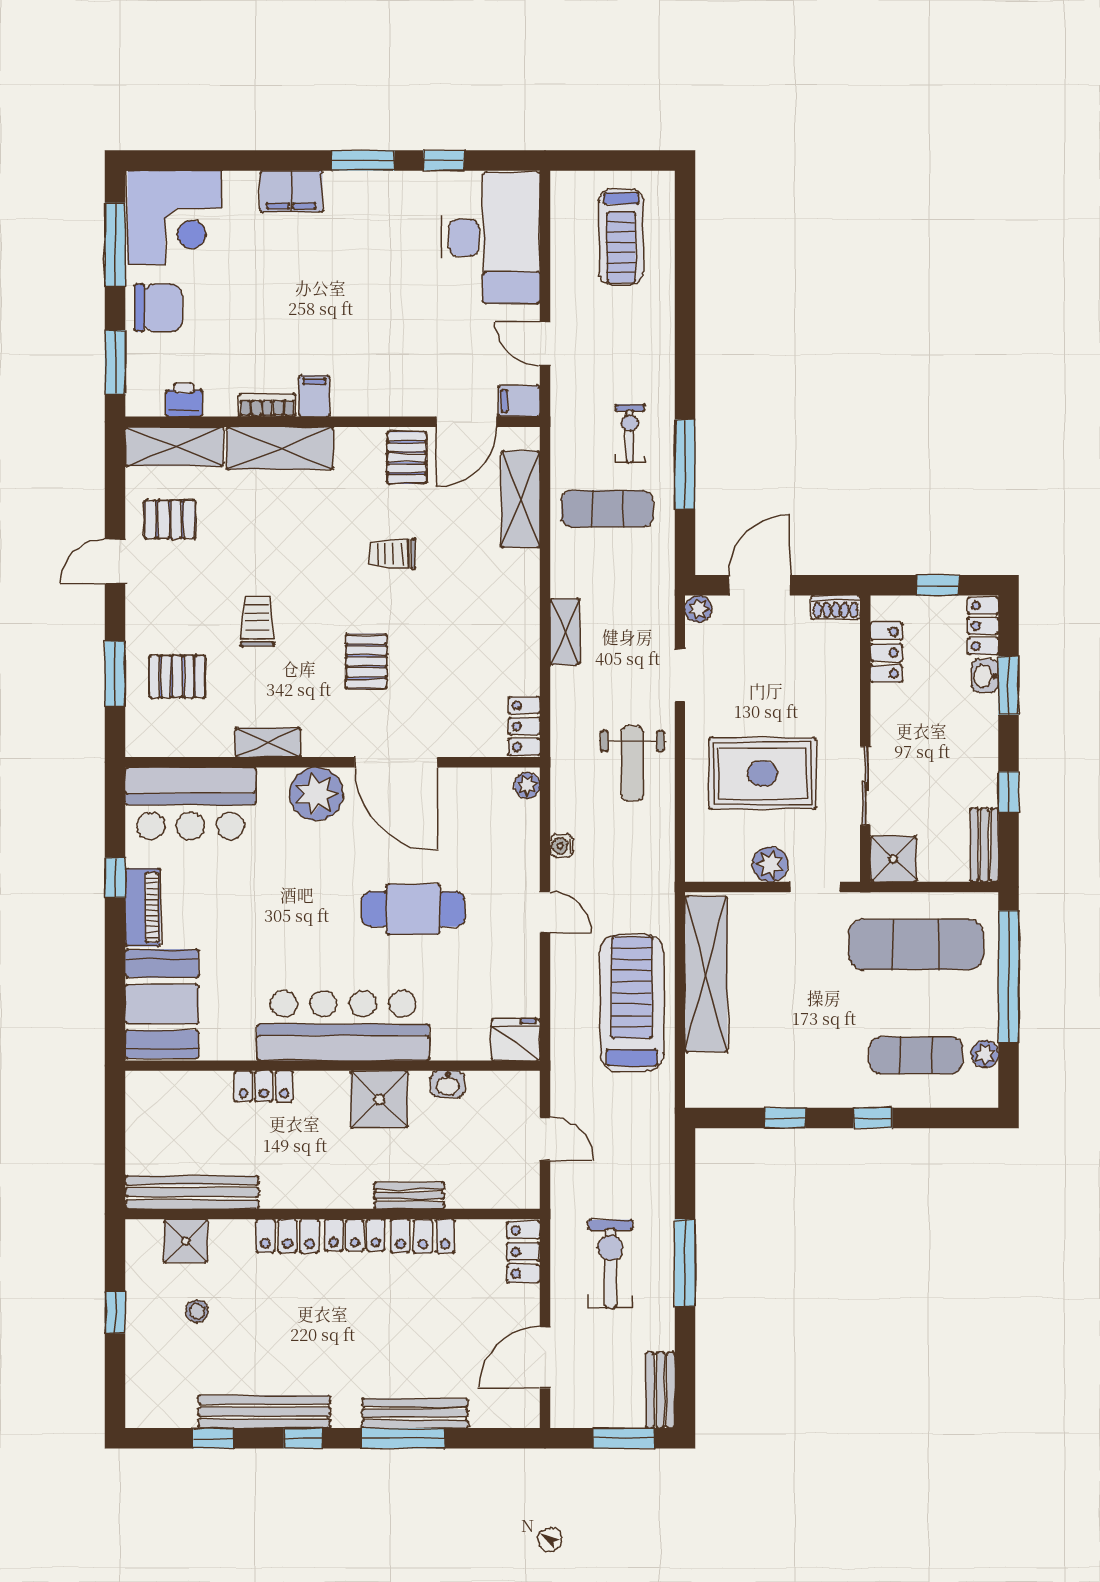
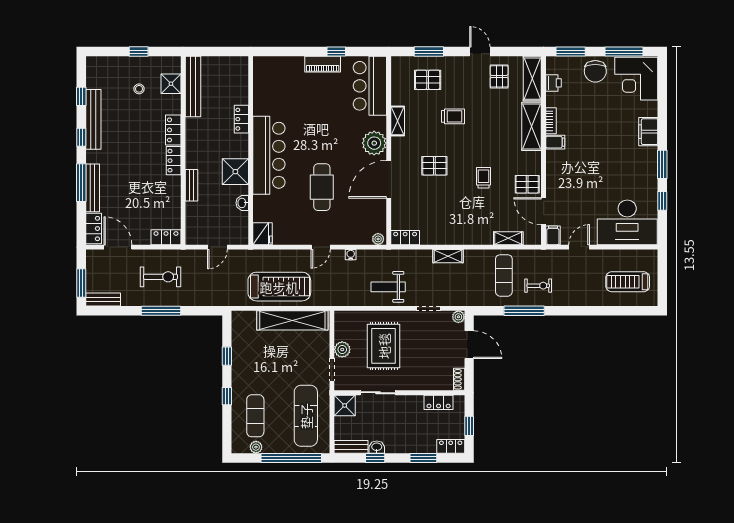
shelving: (521, 499) -> (508, 238), width x0.67, depth x0.75
washbasin: (985, 676) -> (377, 447), moved
pallet: (177, 677) -> (428, 80), turned 90
booth: (162, 1004) -> (279, 73), removed
locker: (423, 1236) -> (94, 229), moved, turned 180

